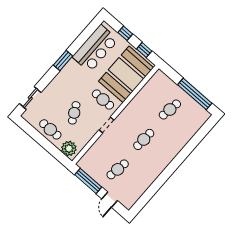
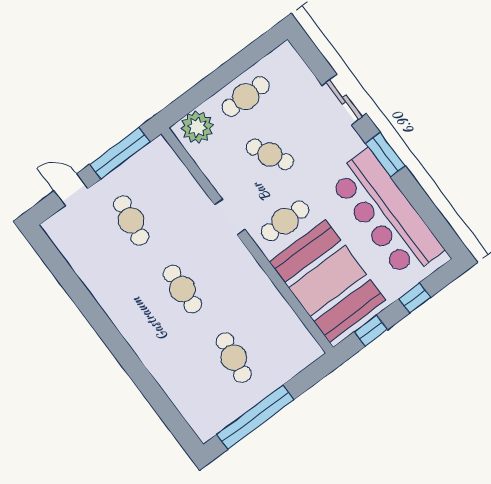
bar counter: (95, 48) -> (386, 214), width x1.36
sliding door: (30, 98) -> (344, 100), moved

